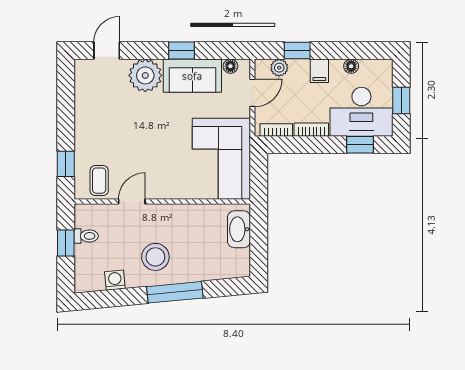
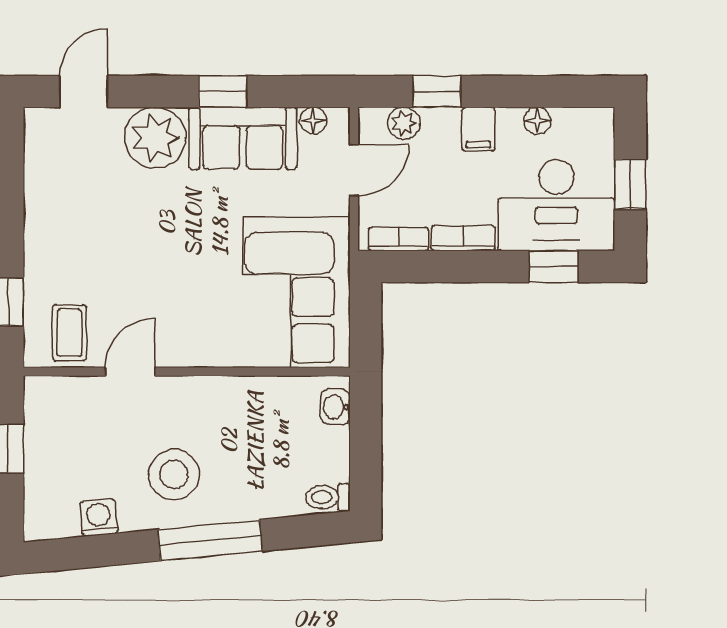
washbasin: (239, 229) -> (336, 407), width x0.52, depth x0.69
toilet: (86, 236) -> (328, 497), moved, turned 180

